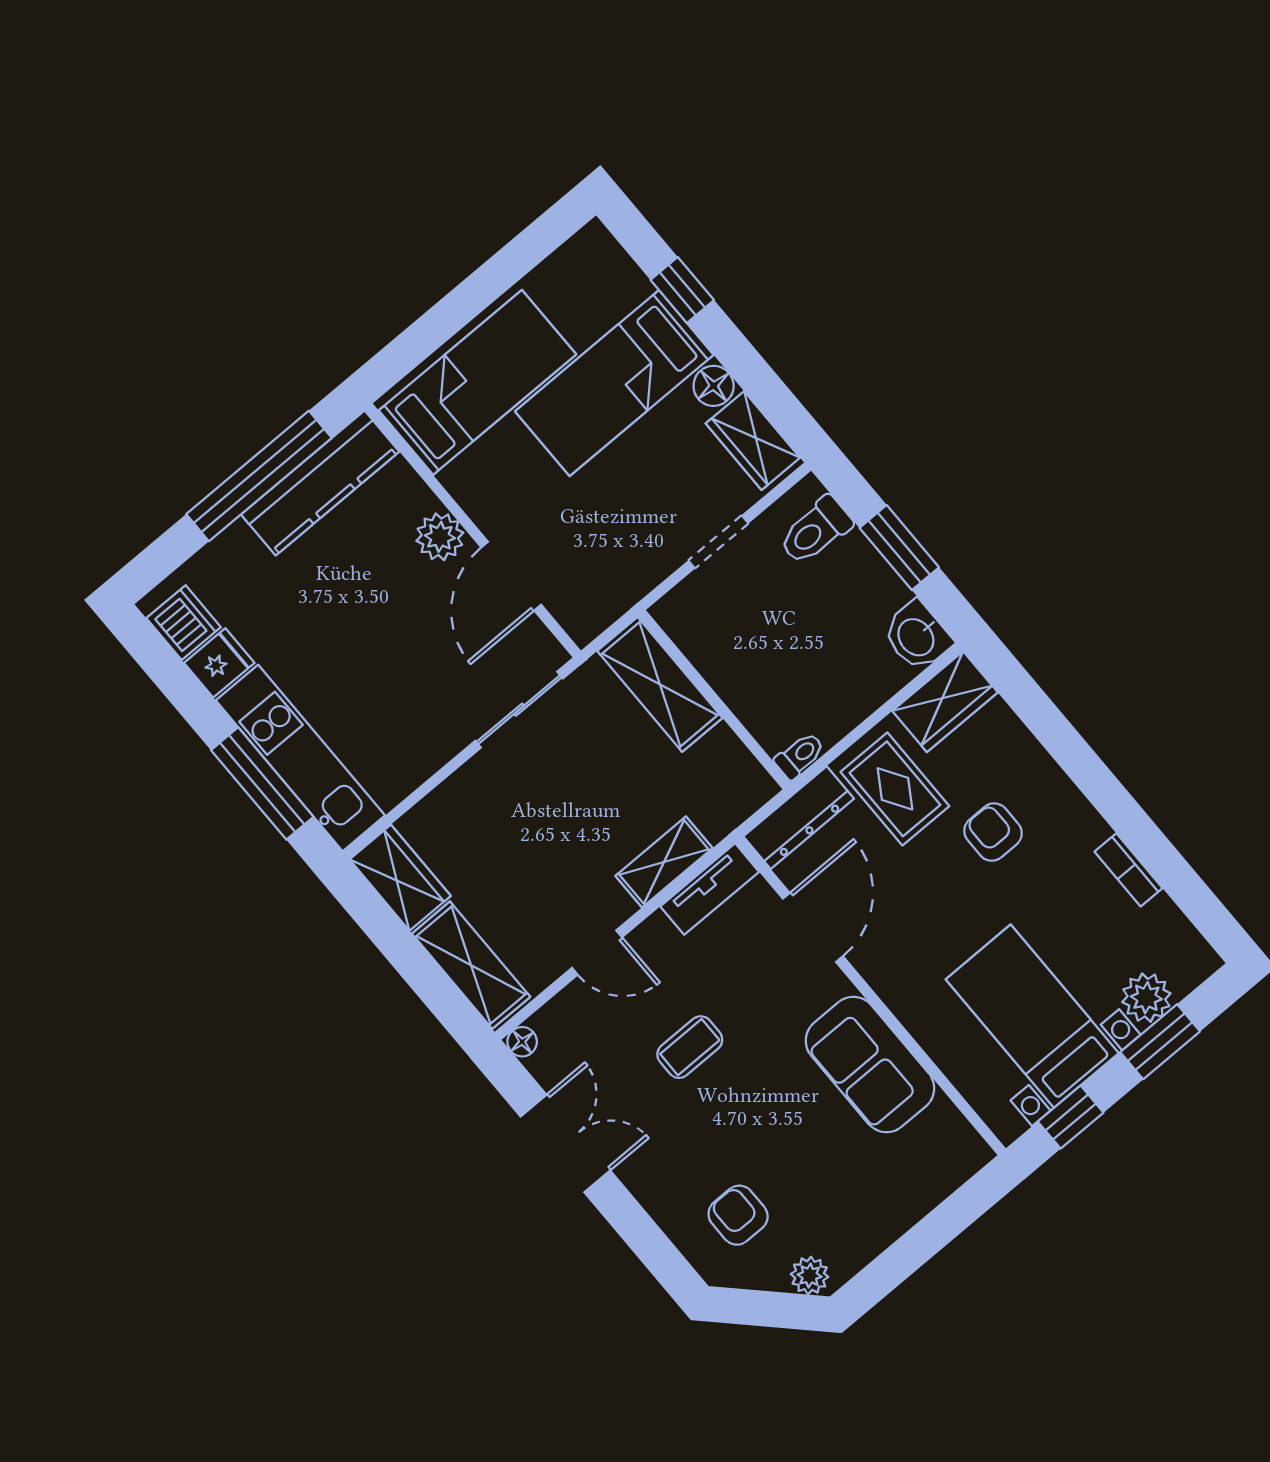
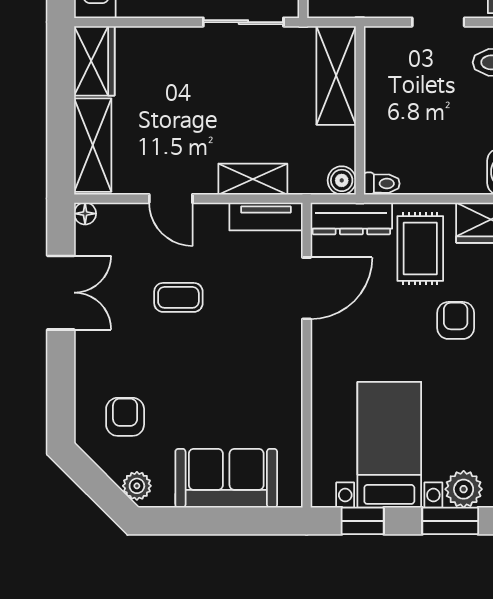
boiler: (756, 787) -> (342, 180), added
sofa: (870, 1065) -> (226, 478), moved, turned 90

